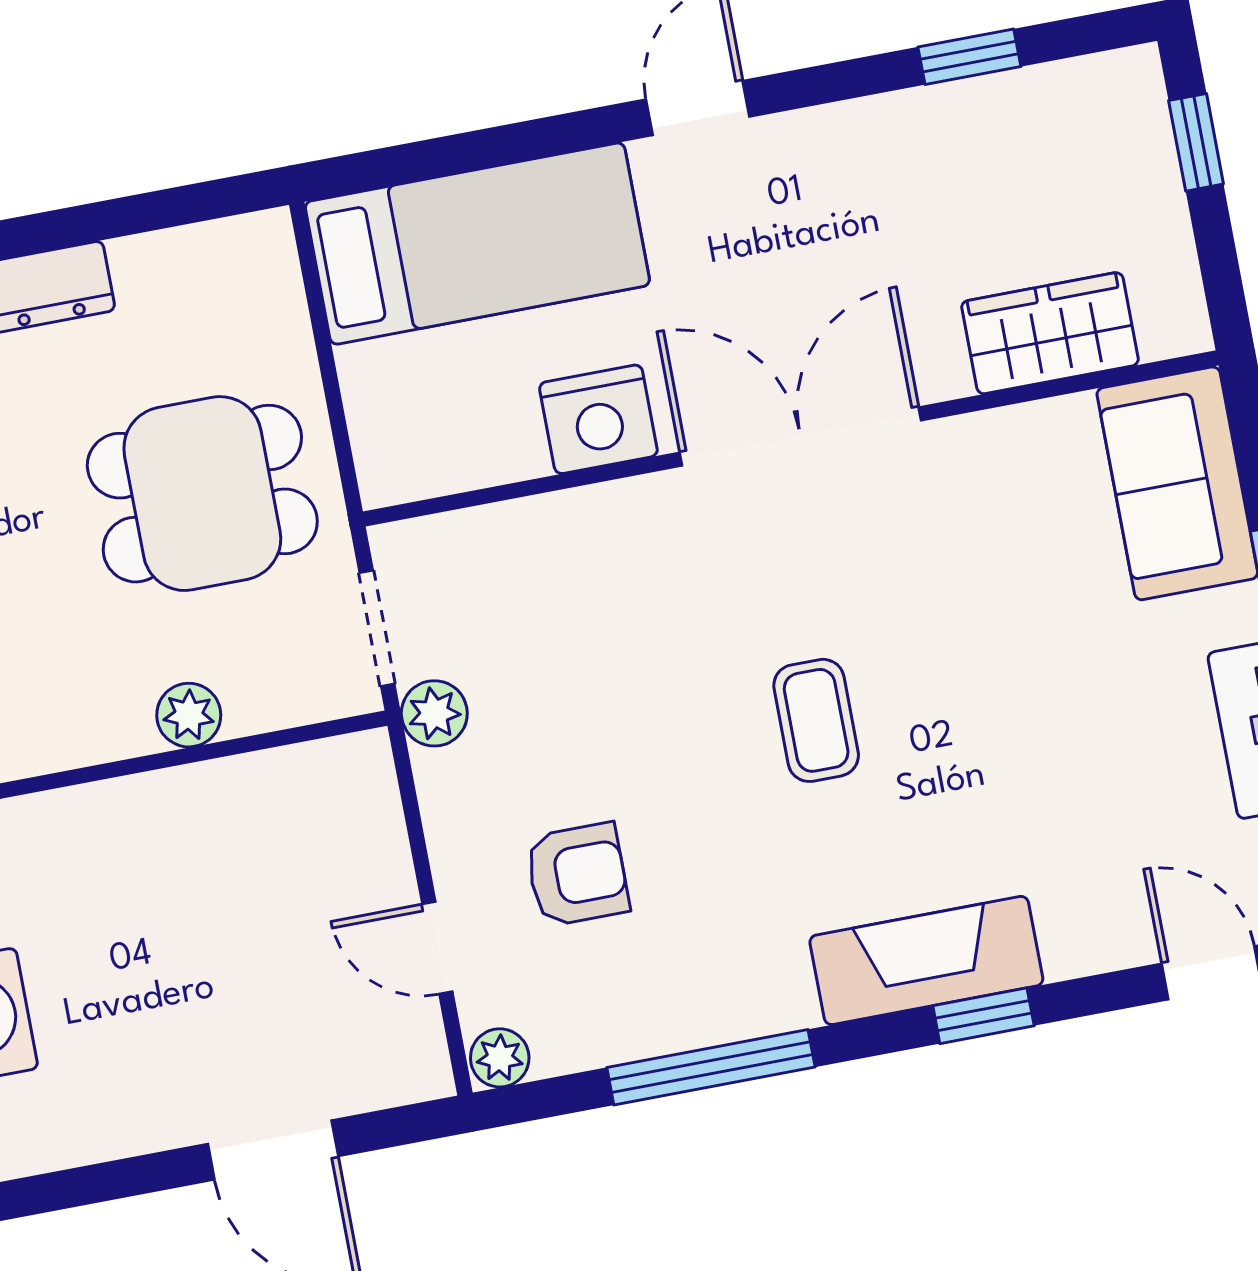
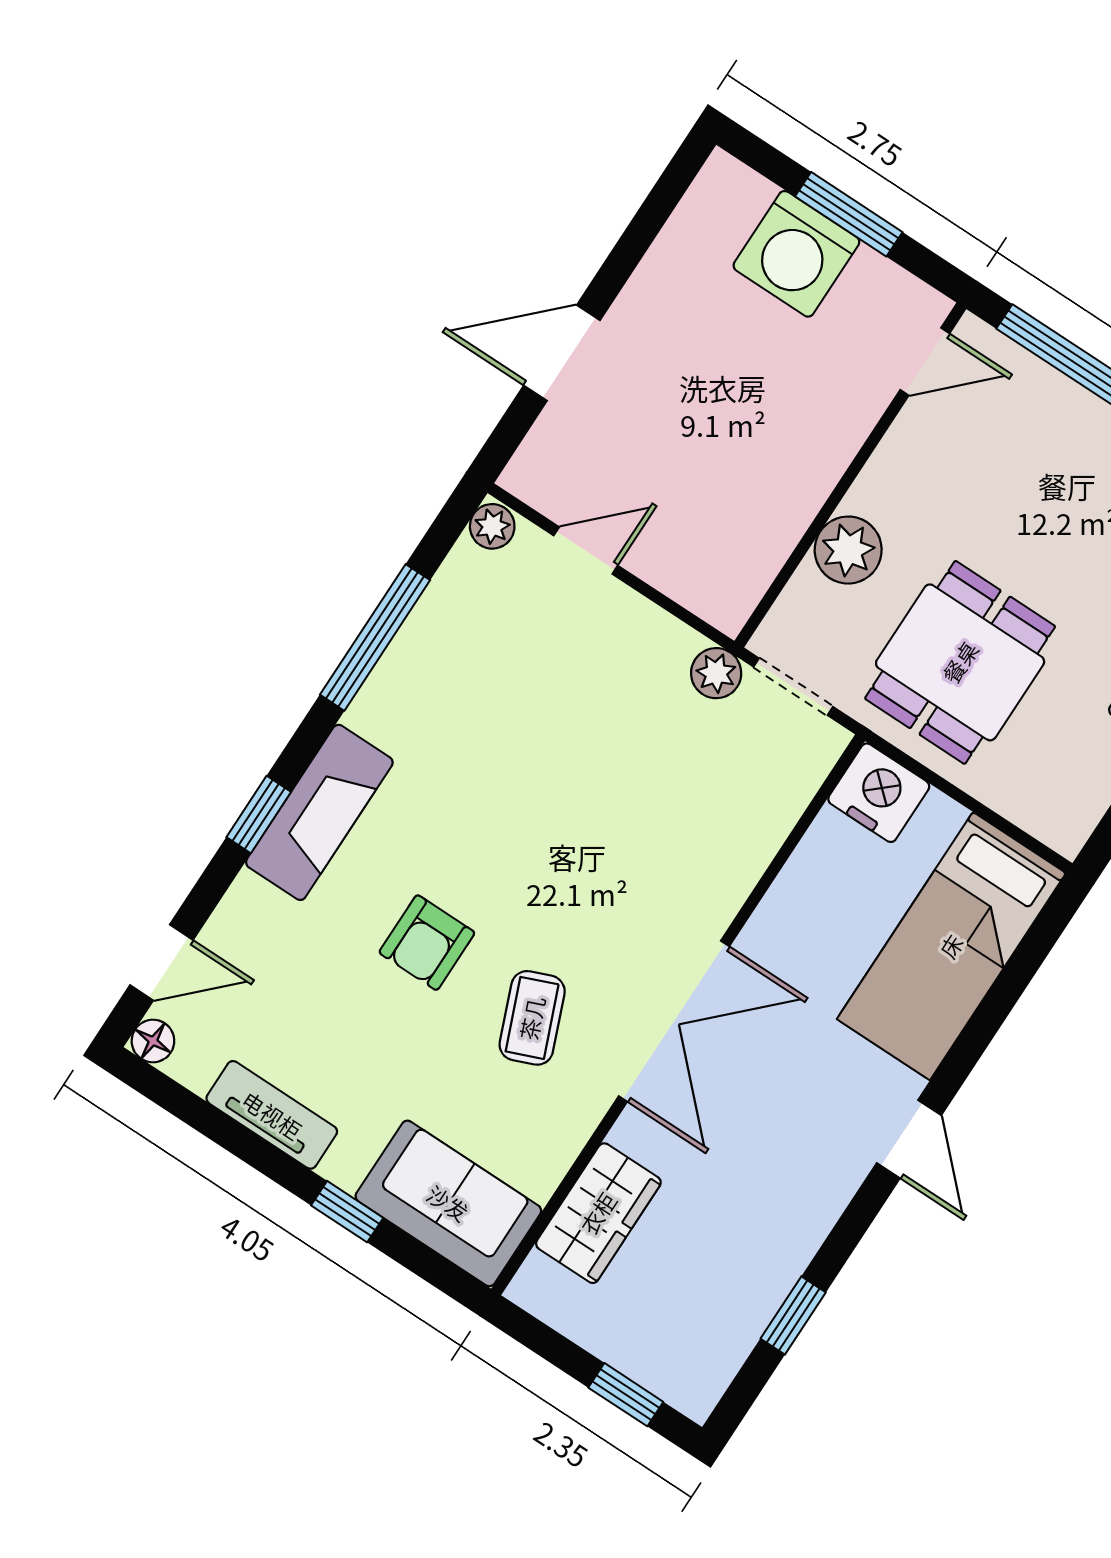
nightstand: (598, 419) -> (879, 793), moved, turned 90
plant: (189, 715) -> (848, 550), width x1.38, depth x1.38
coffee table: (816, 720) -> (532, 1018), moved, turned 68
armchair: (577, 875) -> (427, 943), moved

